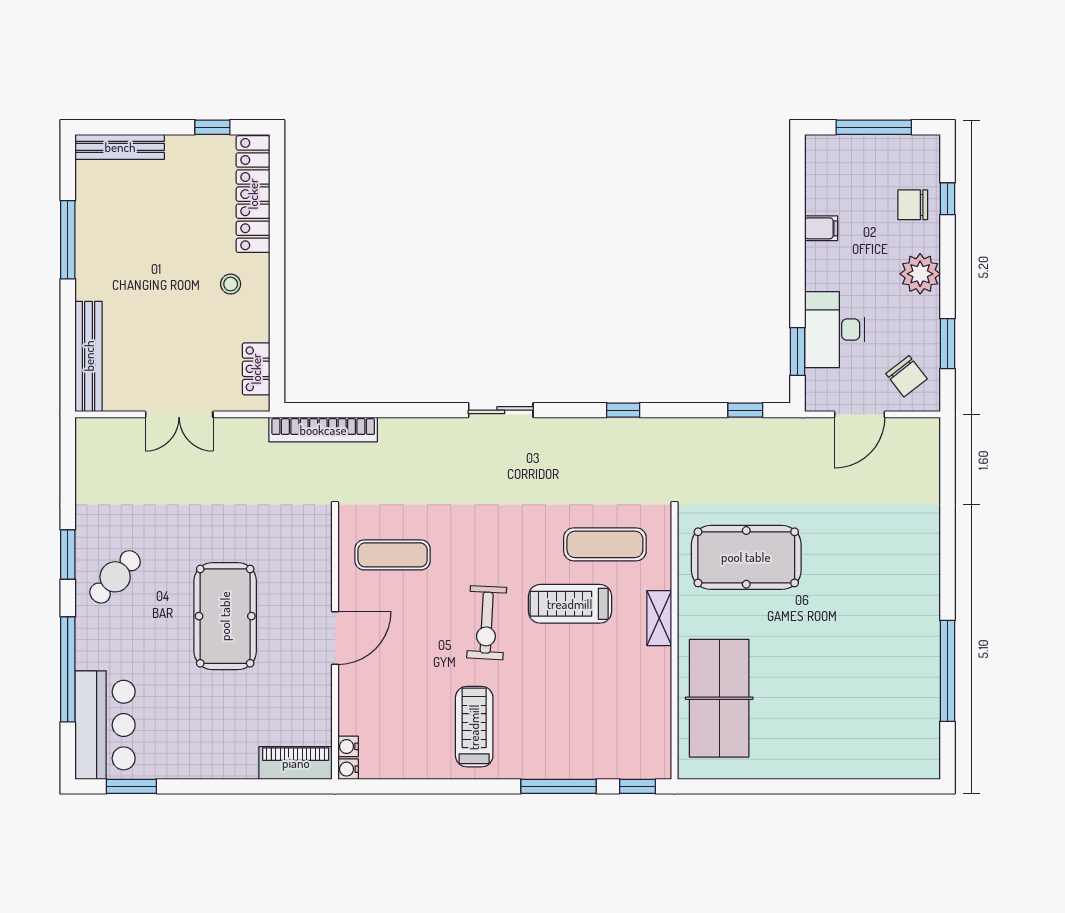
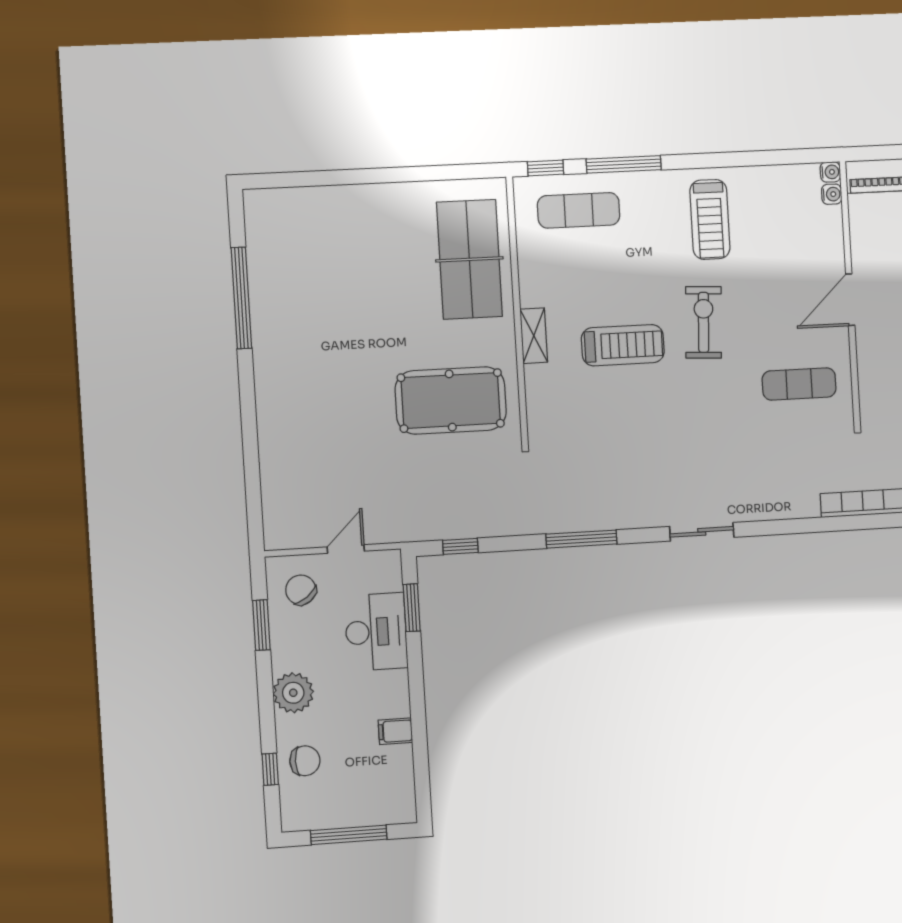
window: (623, 410) -> (581, 539), width x2.17
door: (860, 414) -> (346, 549), width x0.73
exercise mat: (605, 544) -> (579, 210), moved

